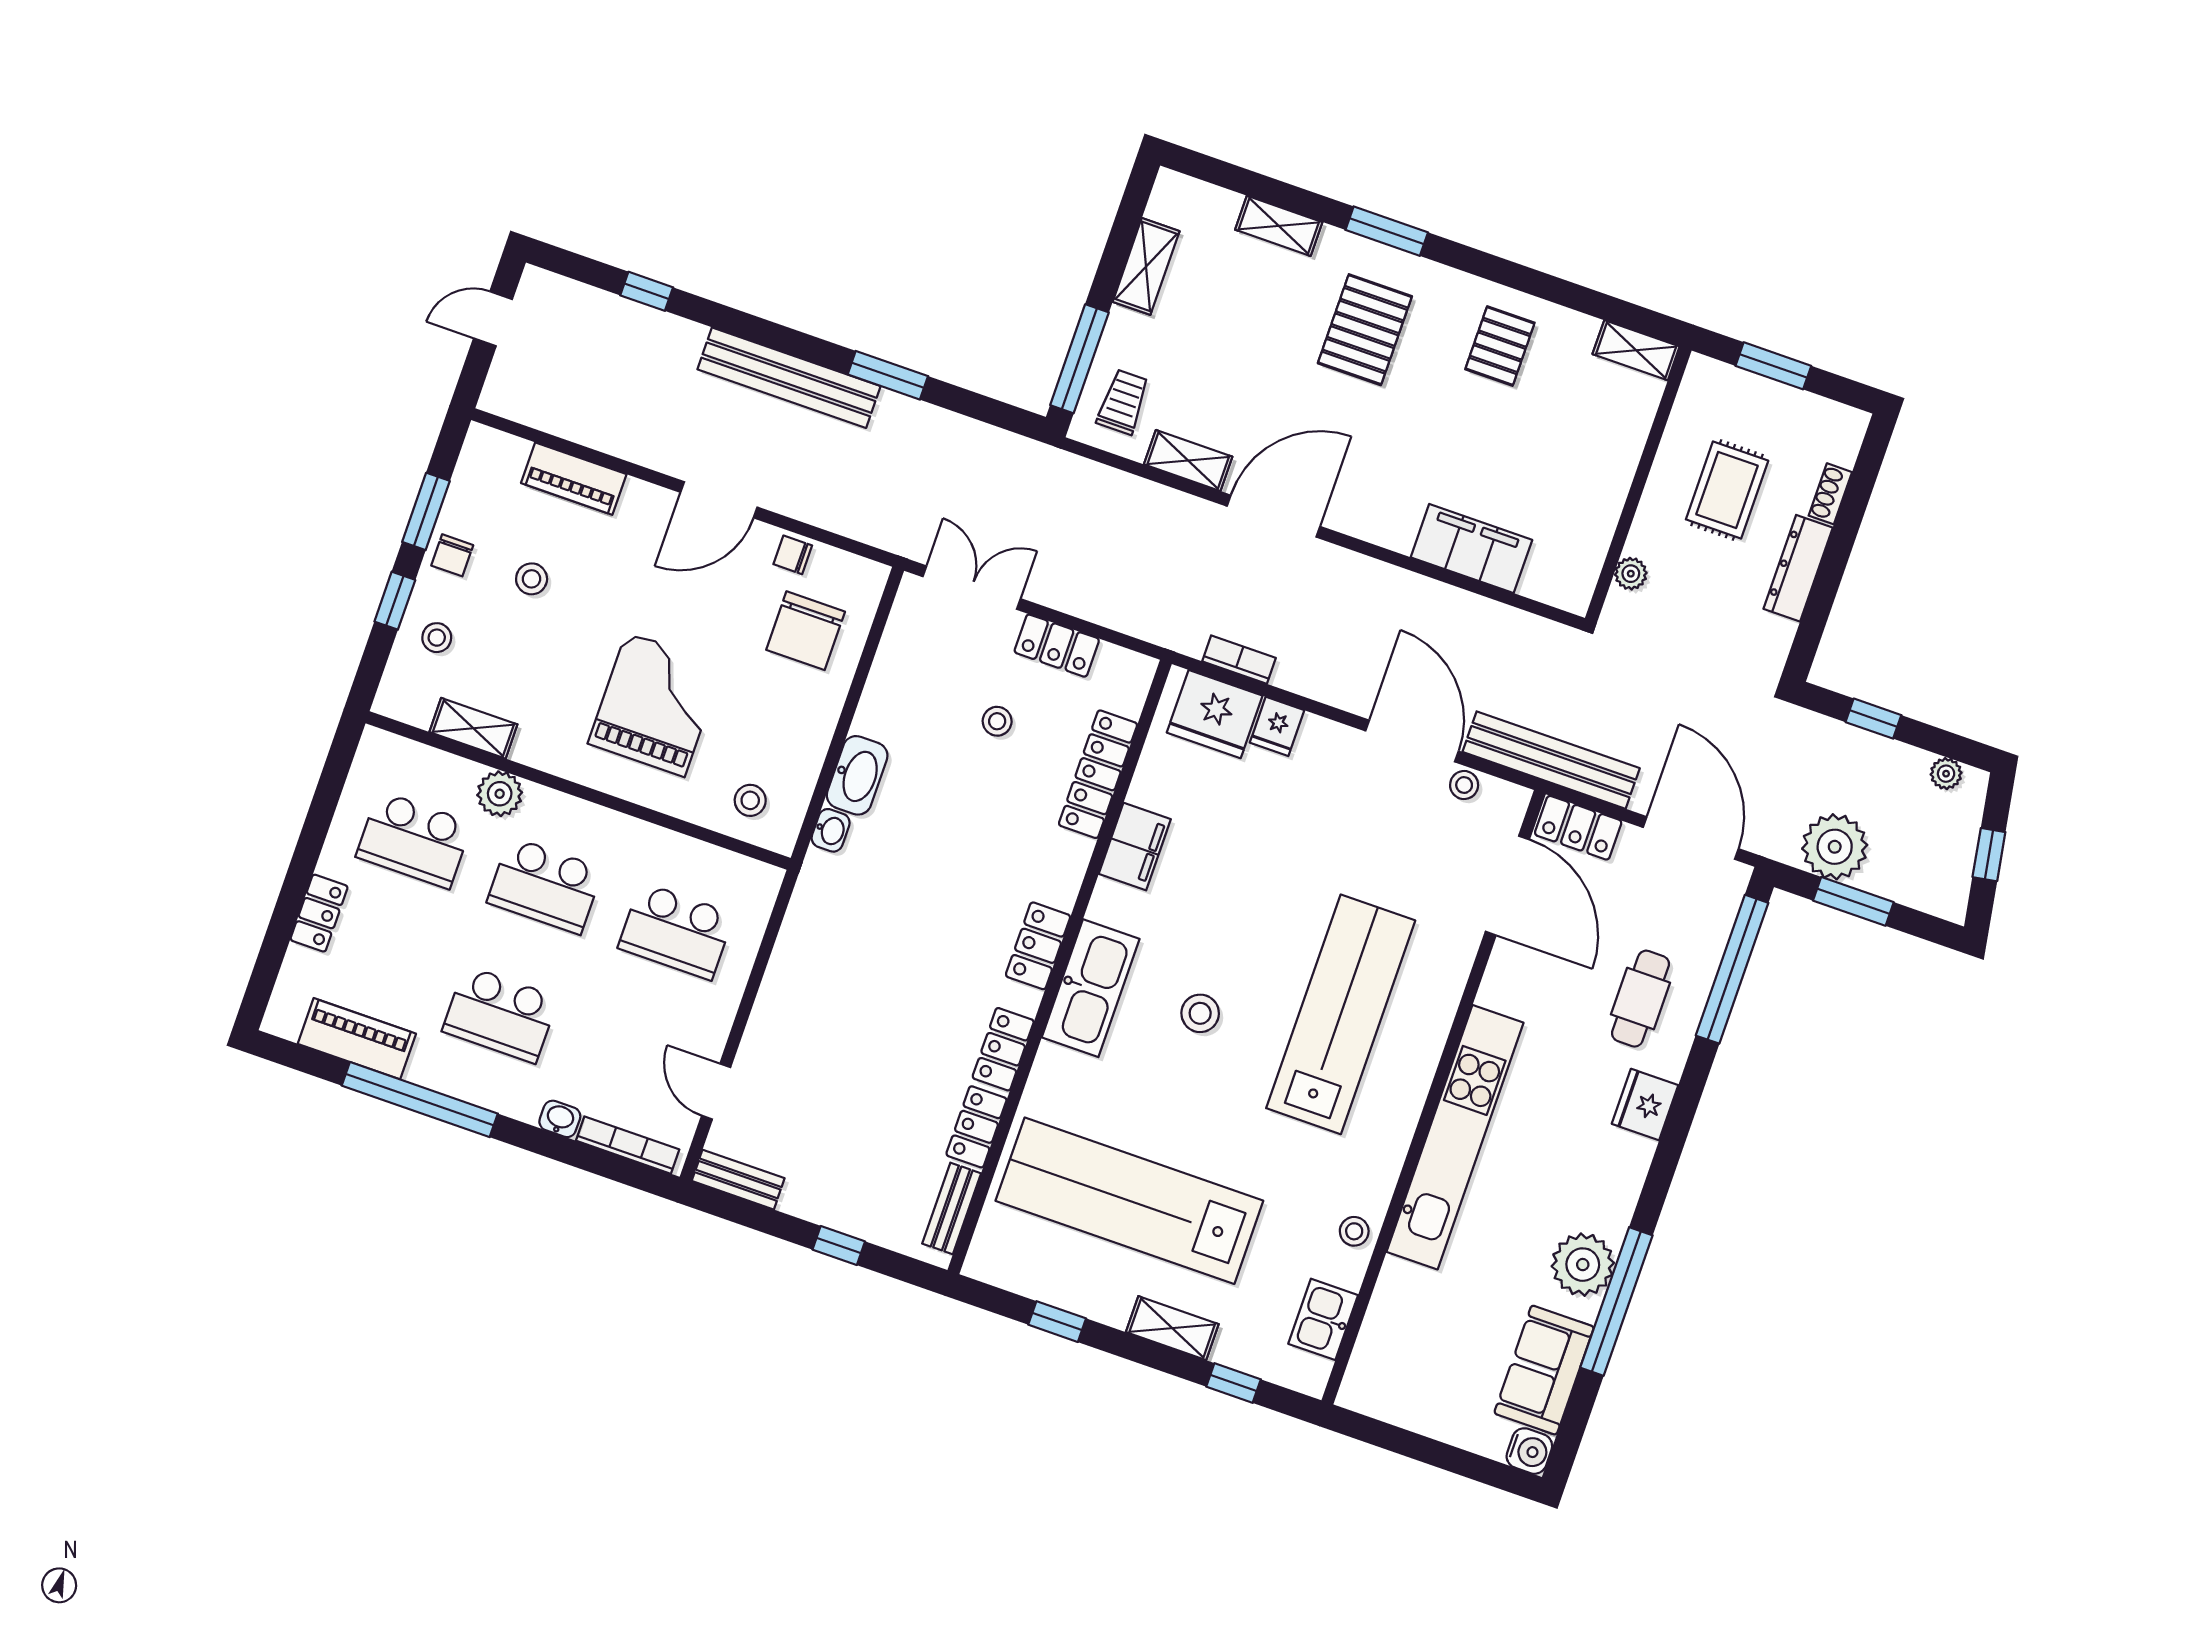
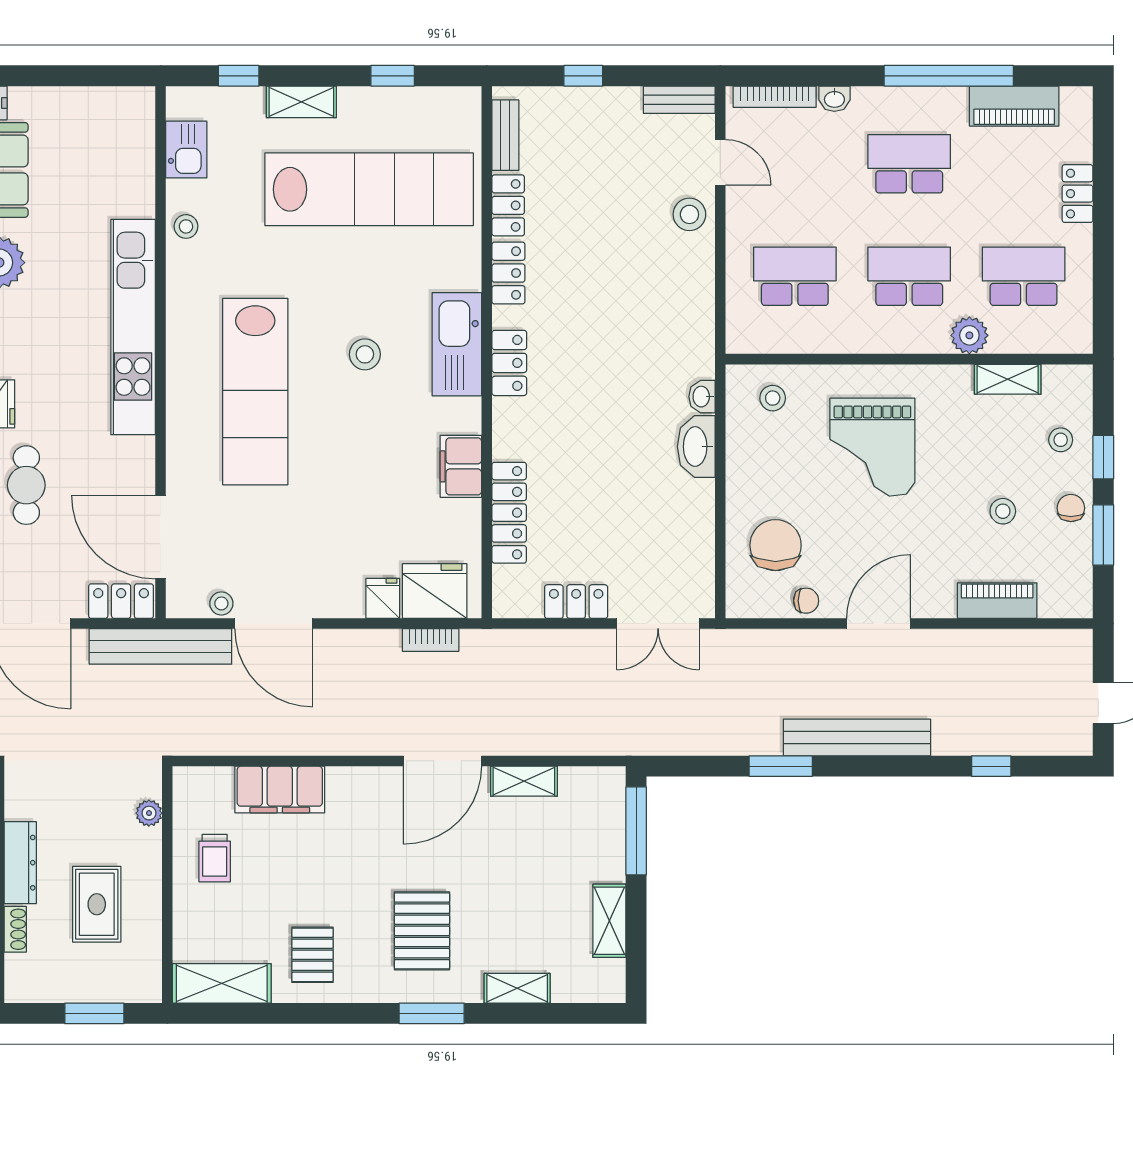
shelving: (1636, 350) -> (222, 983), width x1.50, depth x1.33
trolley: (1123, 402) -> (215, 858), moved
stool: (997, 721) -> (689, 214), moved, width x1.37, depth x1.37

